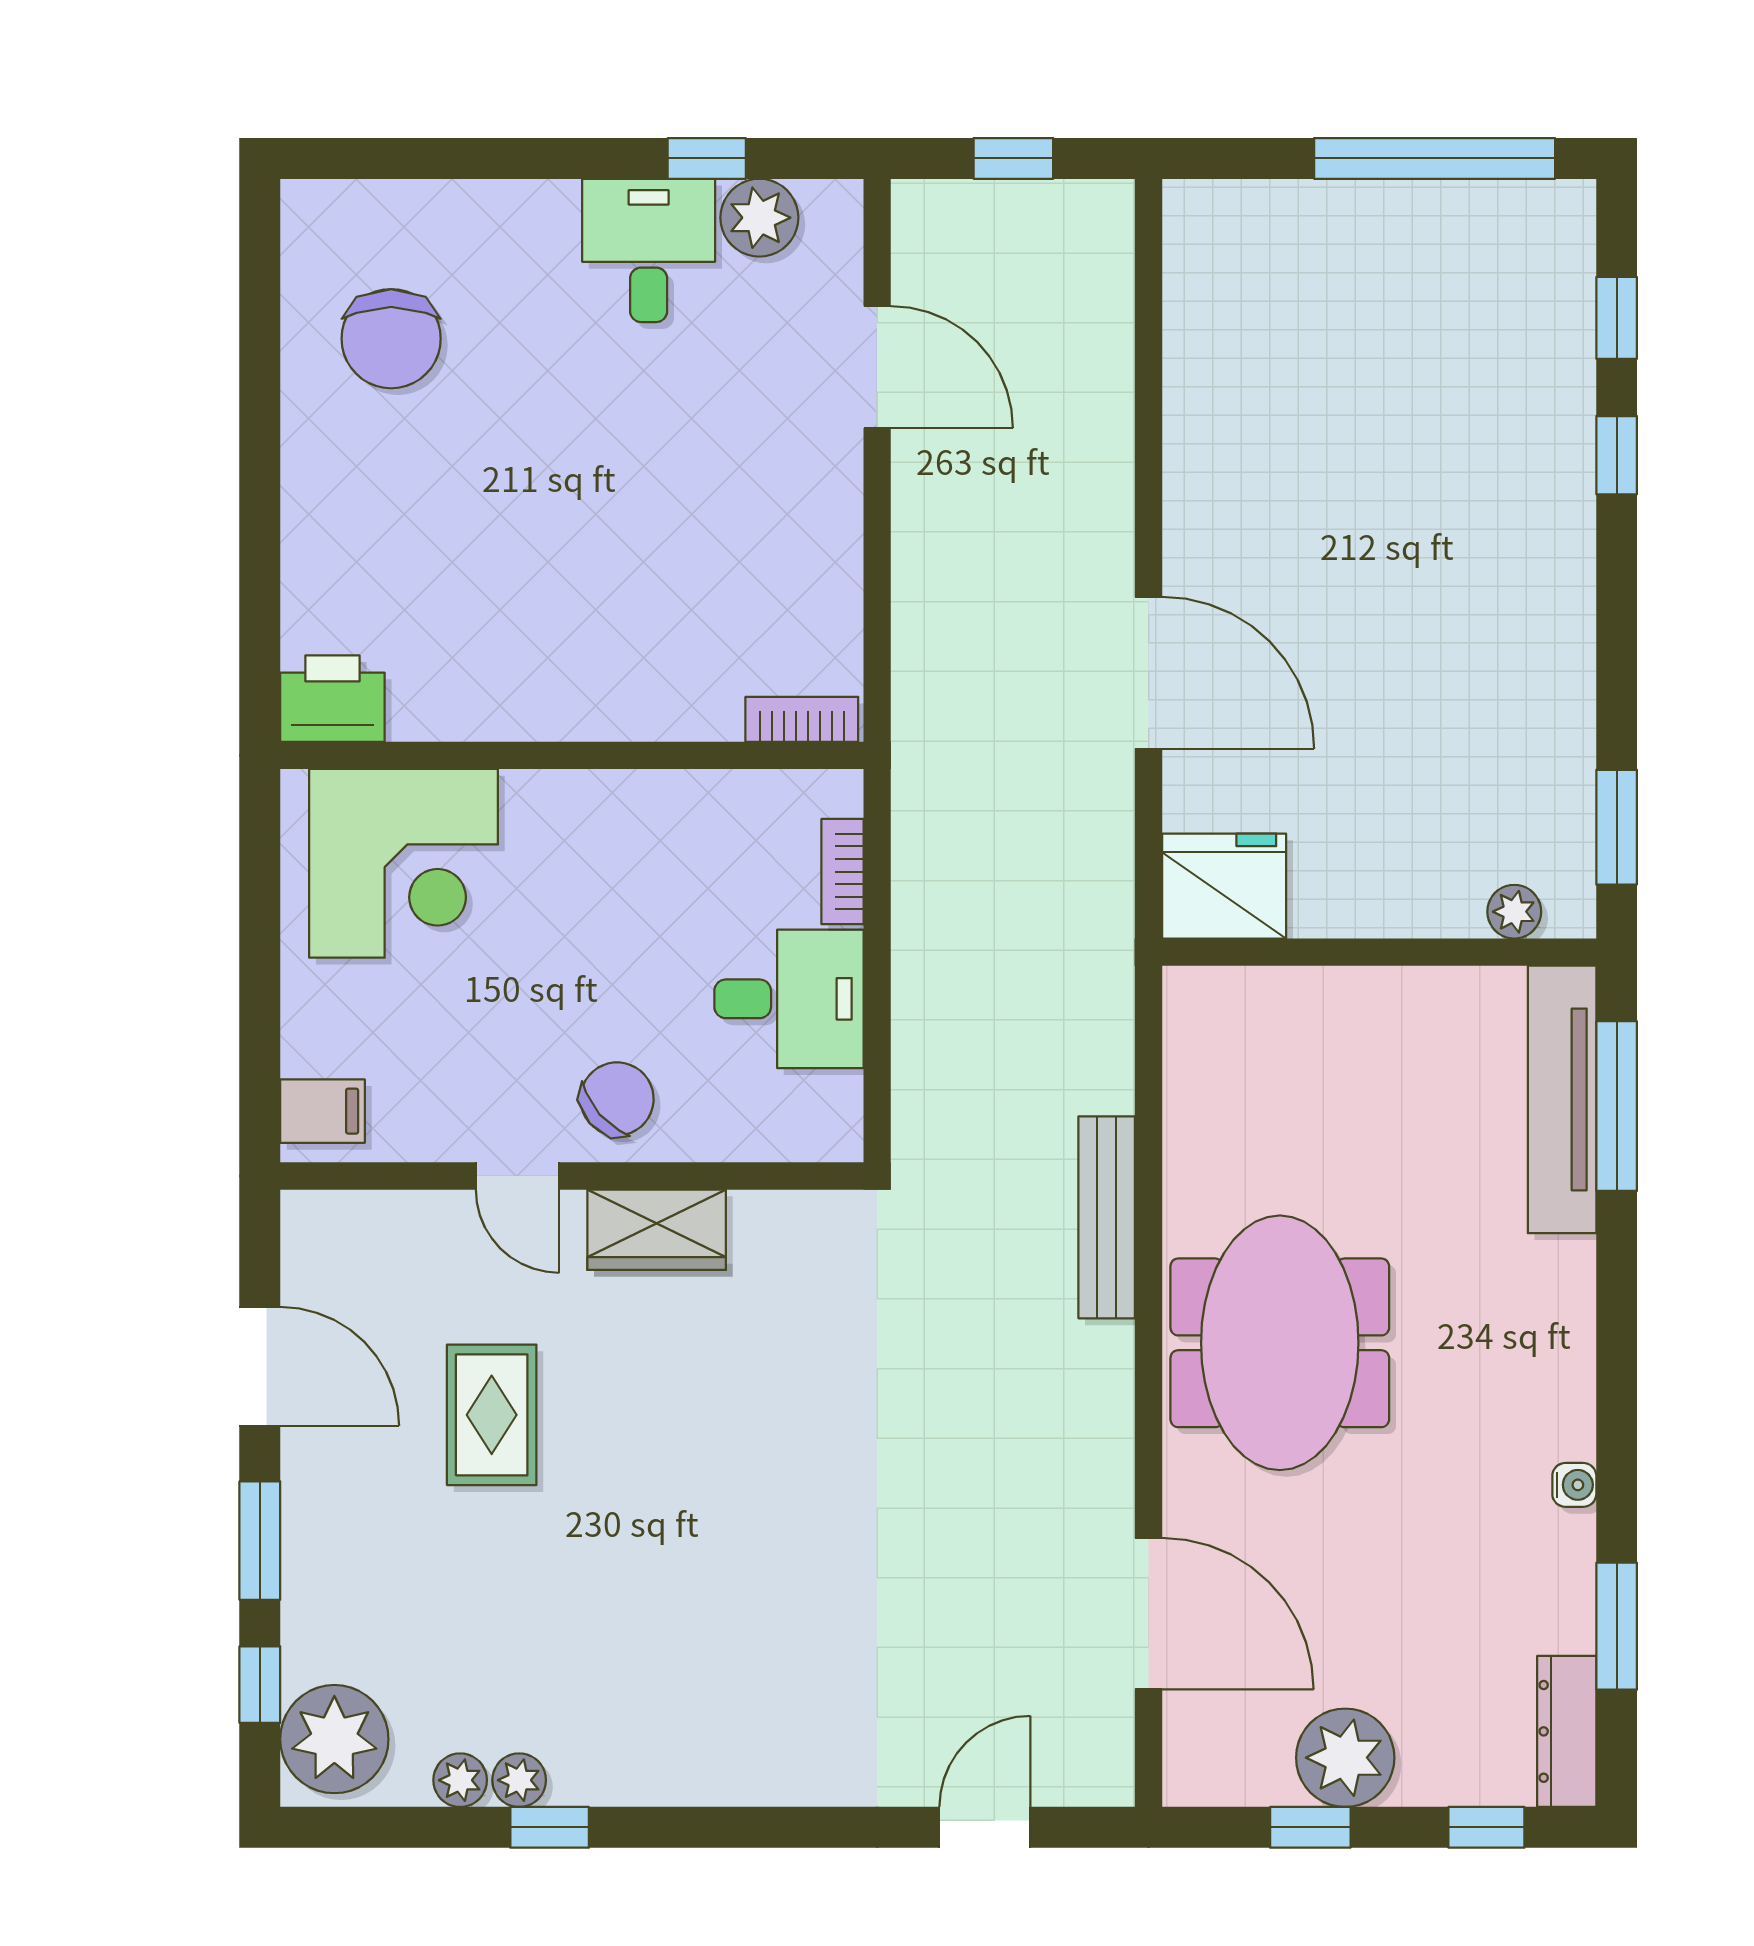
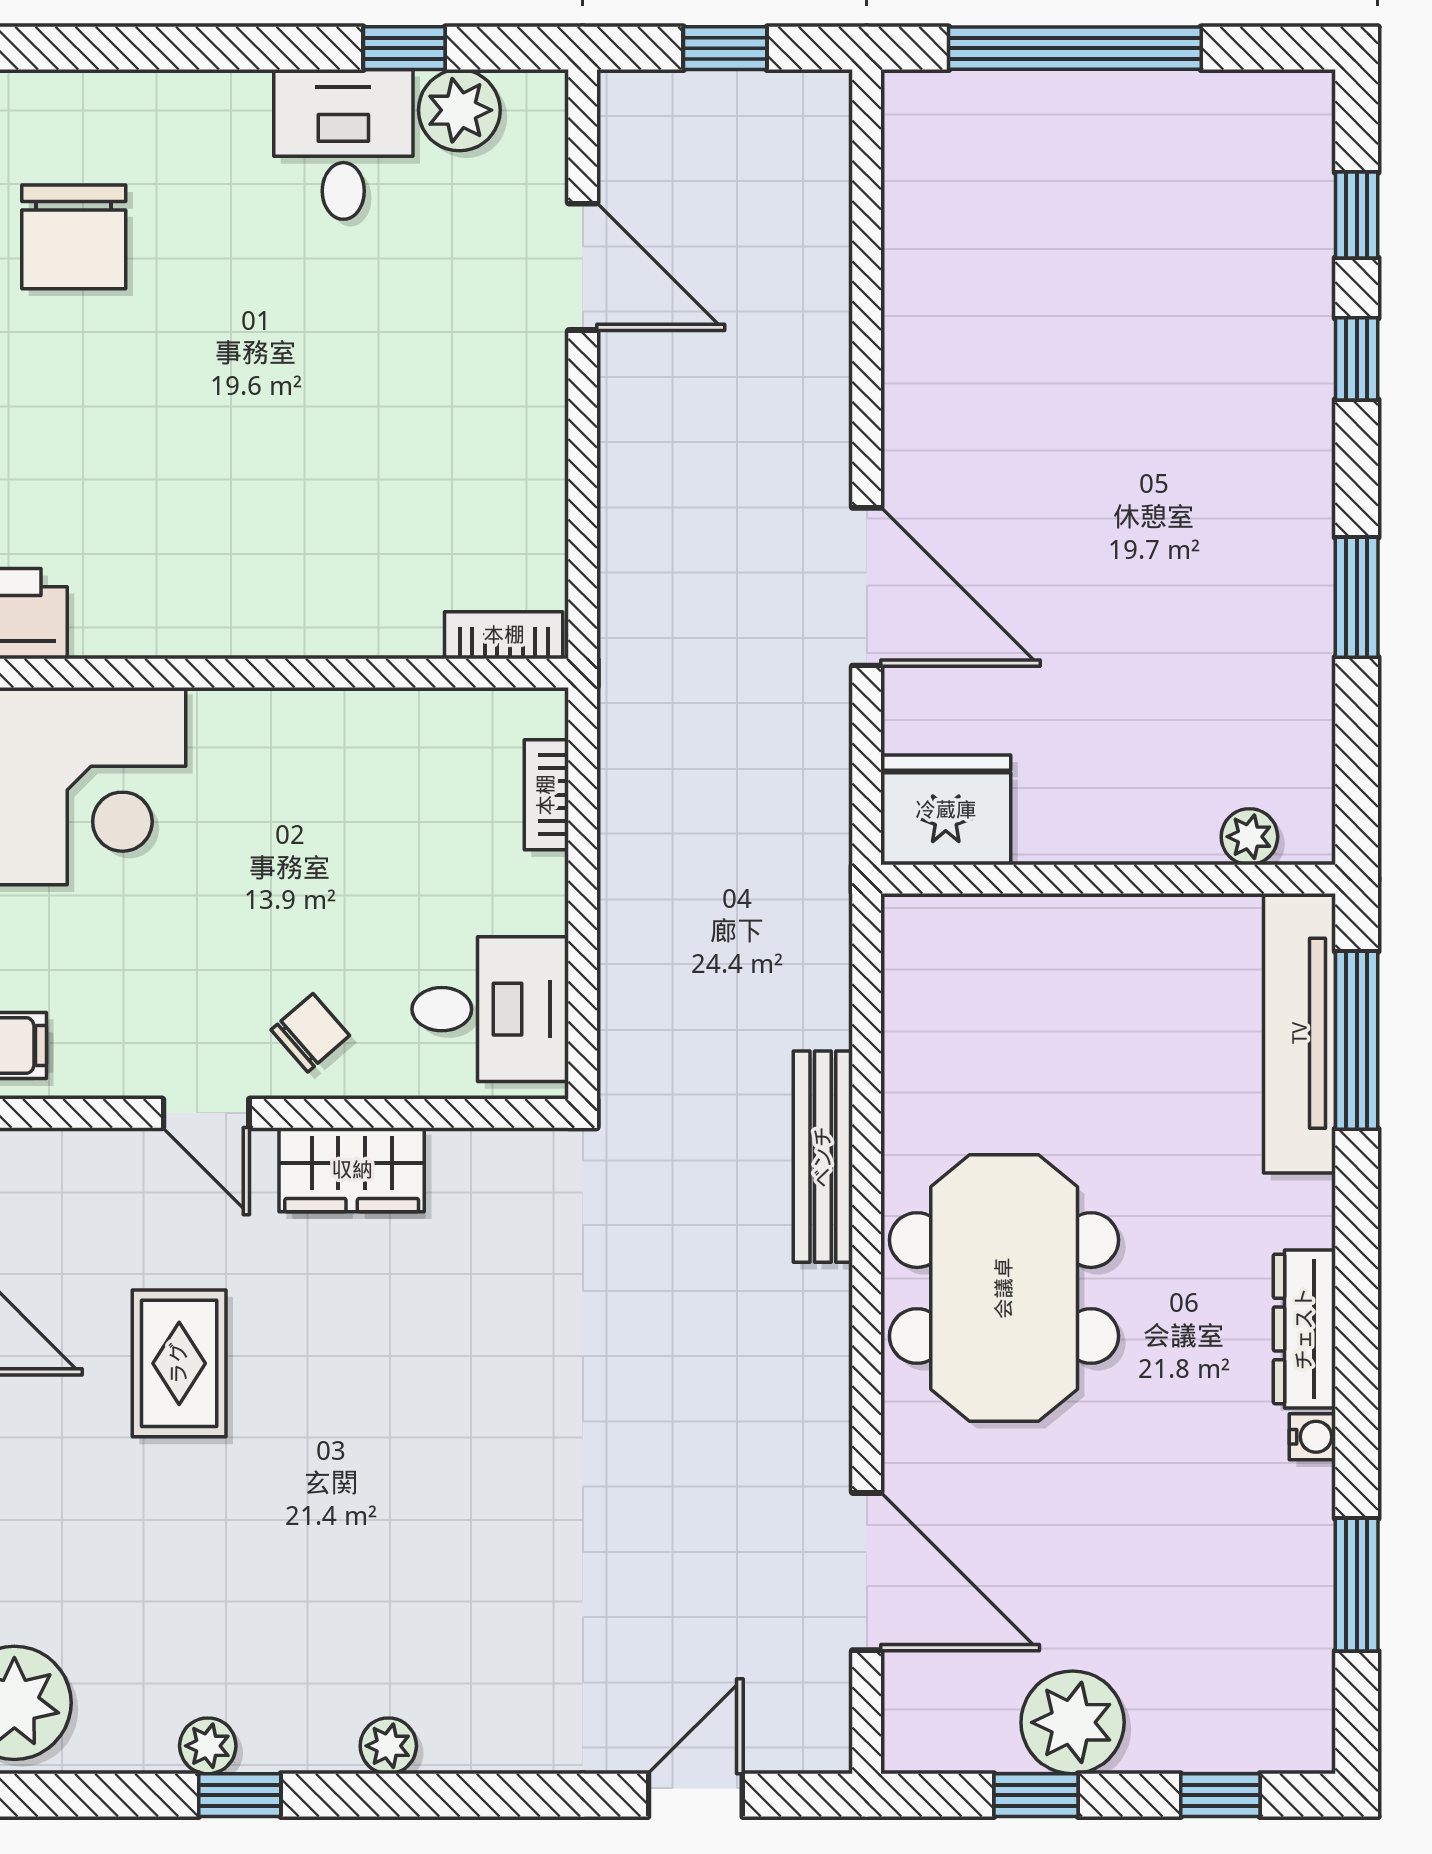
window: (1435, 158) -> (1075, 48), moved
window: (1617, 827) -> (1357, 597), moved
desk: (789, 999) -> (490, 1009), moved
chair: (617, 1099) -> (310, 1033), width x0.73, depth x0.73
dresser: (1567, 1731) -> (1304, 1329), moved
plant: (460, 1780) -> (388, 1746), moved

